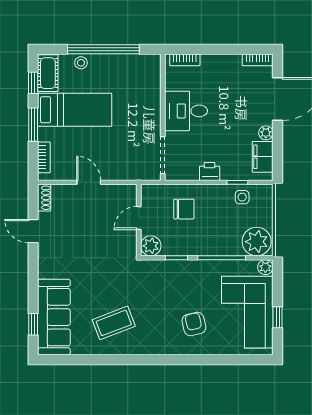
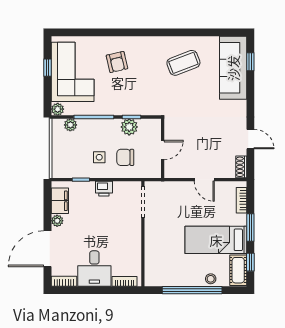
desk: (186, 111) -> (94, 269), moved, turned 90
side table: (242, 197) -> (99, 157), moved
plant: (257, 242) -> (70, 125), width x0.53, depth x0.53
plant: (151, 246) -> (129, 127), moved

